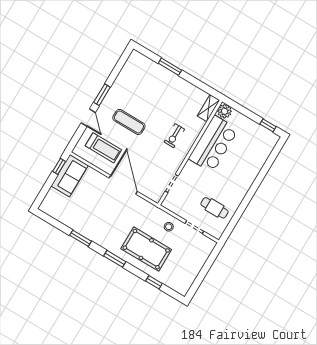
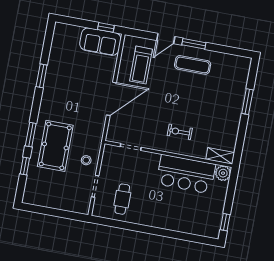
exercise mat: (129, 122) -> (193, 65), moved, turned 90
window: (115, 259) -> (31, 135), moved

